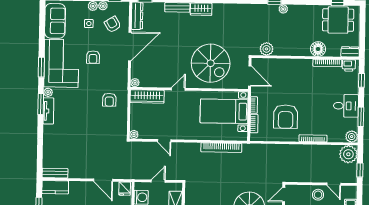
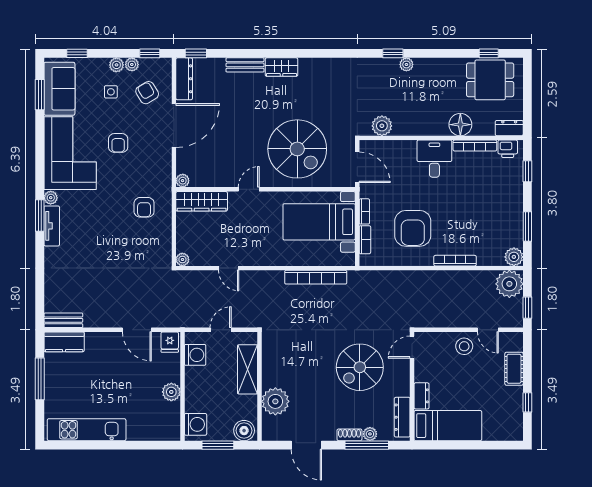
window: (41, 67) -> (40, 95), moved
desk: (346, 106) -> (434, 159), moved, turned -90

